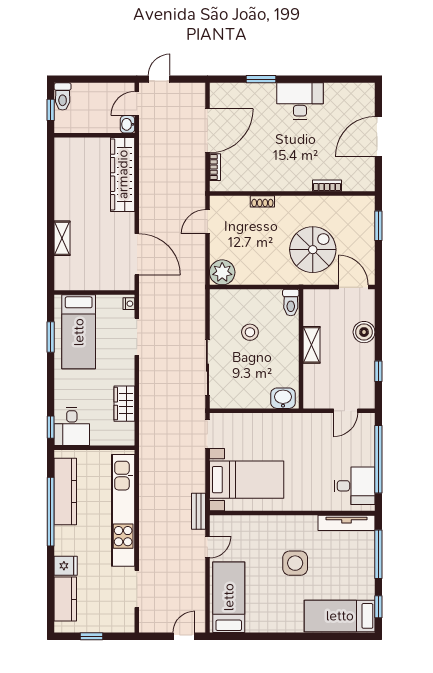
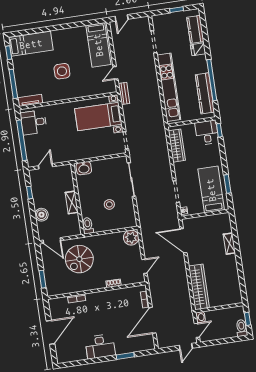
wardrobe: (124, 404) -> (177, 146), width x1.50
tv unit: (346, 523) -> (30, 100), width x0.71

